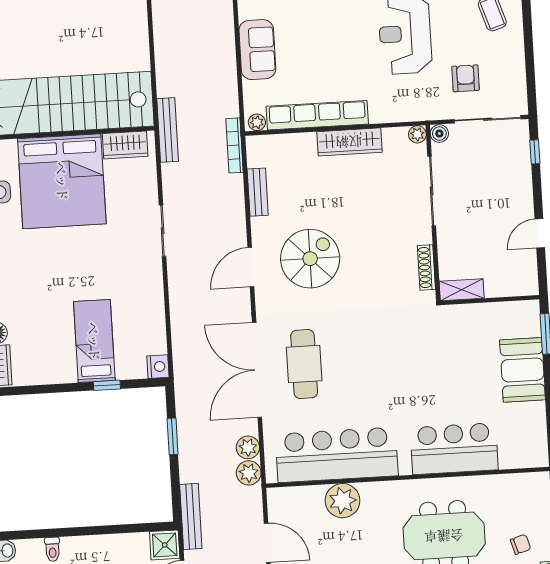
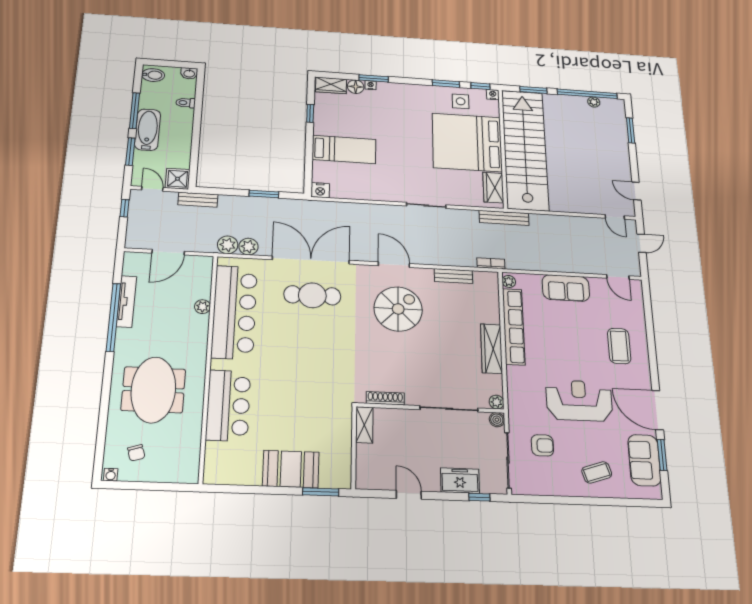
bookcase: (234, 145) -> (491, 263), width x0.64
freezer: (517, 175) -> (460, 481), added
spiral stairs: (310, 259) -> (398, 309), turned -90
window: (107, 385) -> (310, 113), moved
plant: (343, 501) -> (202, 307), width x0.53, depth x0.53
bench: (191, 516) -> (198, 200), width x0.73

